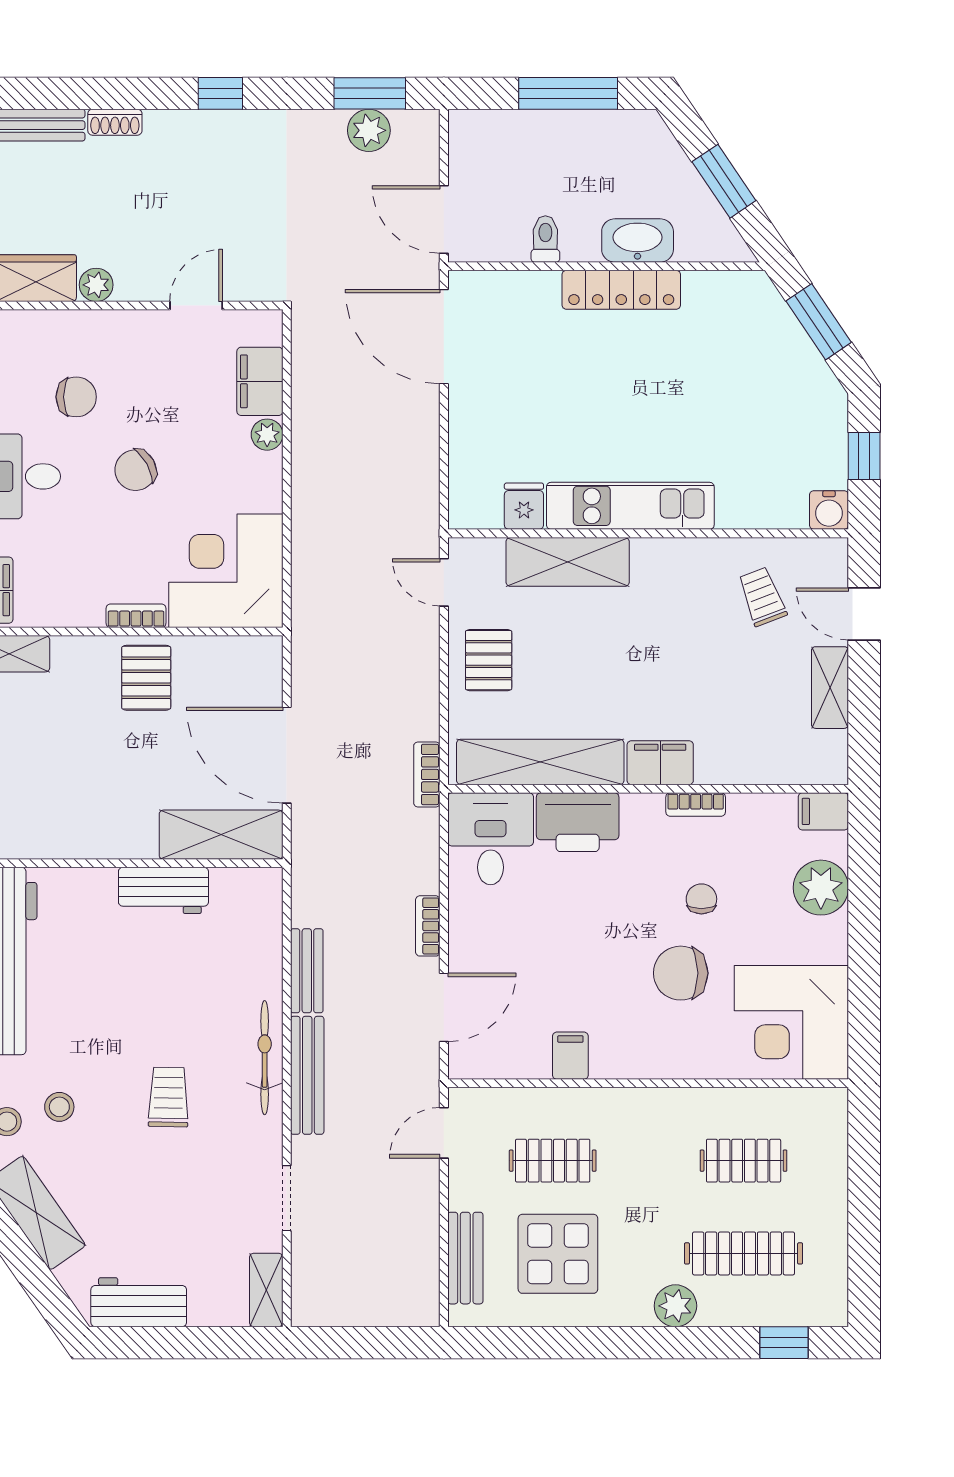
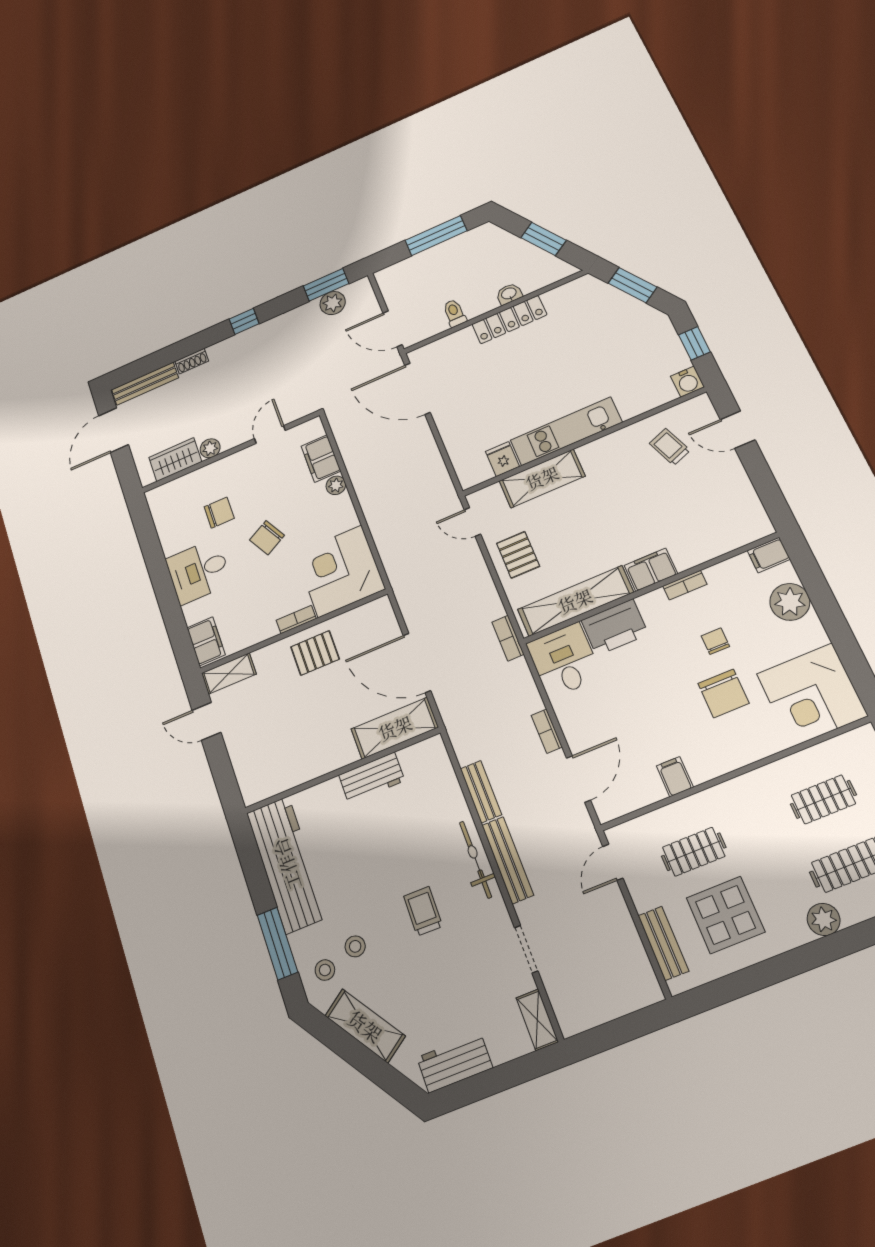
washbasin: (638, 240) -> (509, 294), width x0.52, depth x0.69
pallet: (146, 678) -> (315, 653), turned 90
shelving: (830, 688) -> (737, 480), removed
chair: (681, 973) -> (723, 693), turned -90

